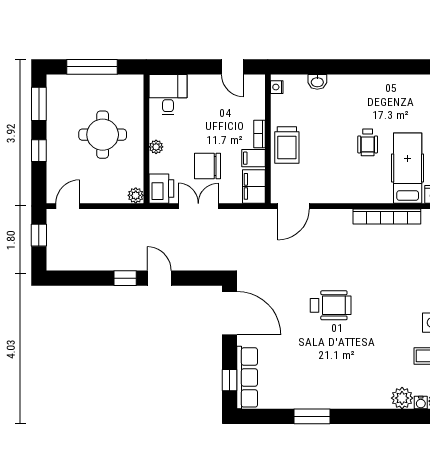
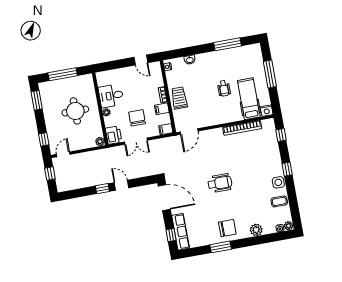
window: (388, 67) -> (227, 44), added
desk: (168, 95) -> (111, 96), moved, turned -90
trolley: (287, 145) -> (179, 98), turned 180
window: (39, 151) -> (44, 139), moved
chair: (208, 166) -> (137, 118), turned 90
filing cabinet: (254, 186) -> (166, 129), width x0.50
double door: (198, 206) -> (136, 141), swing flipped
chair: (329, 386) -> (227, 228), added
plant: (402, 398) -> (256, 230), moved

